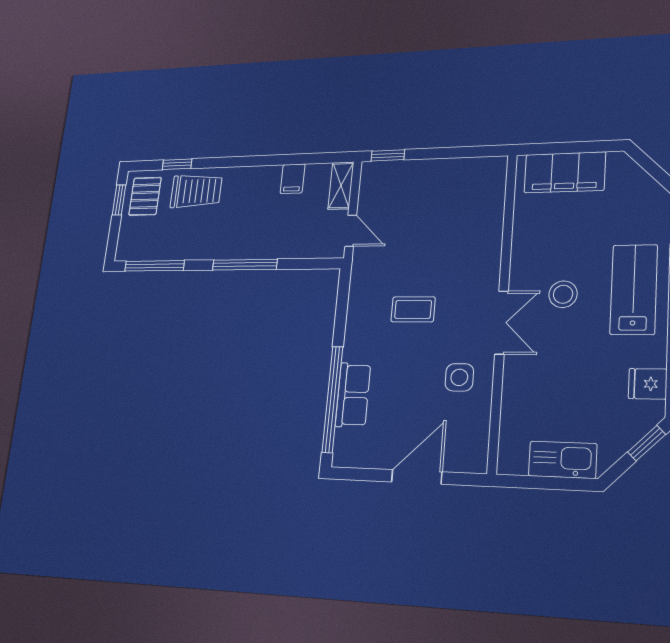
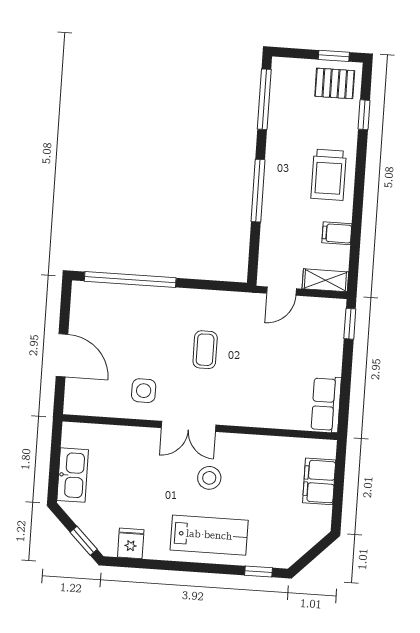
filing cabinet: (565, 172) -> (319, 481), width x0.67, depth x0.86
trolley: (196, 191) -> (329, 175), moved
row of seats: (353, 395) -> (326, 404), moved, turned 90

